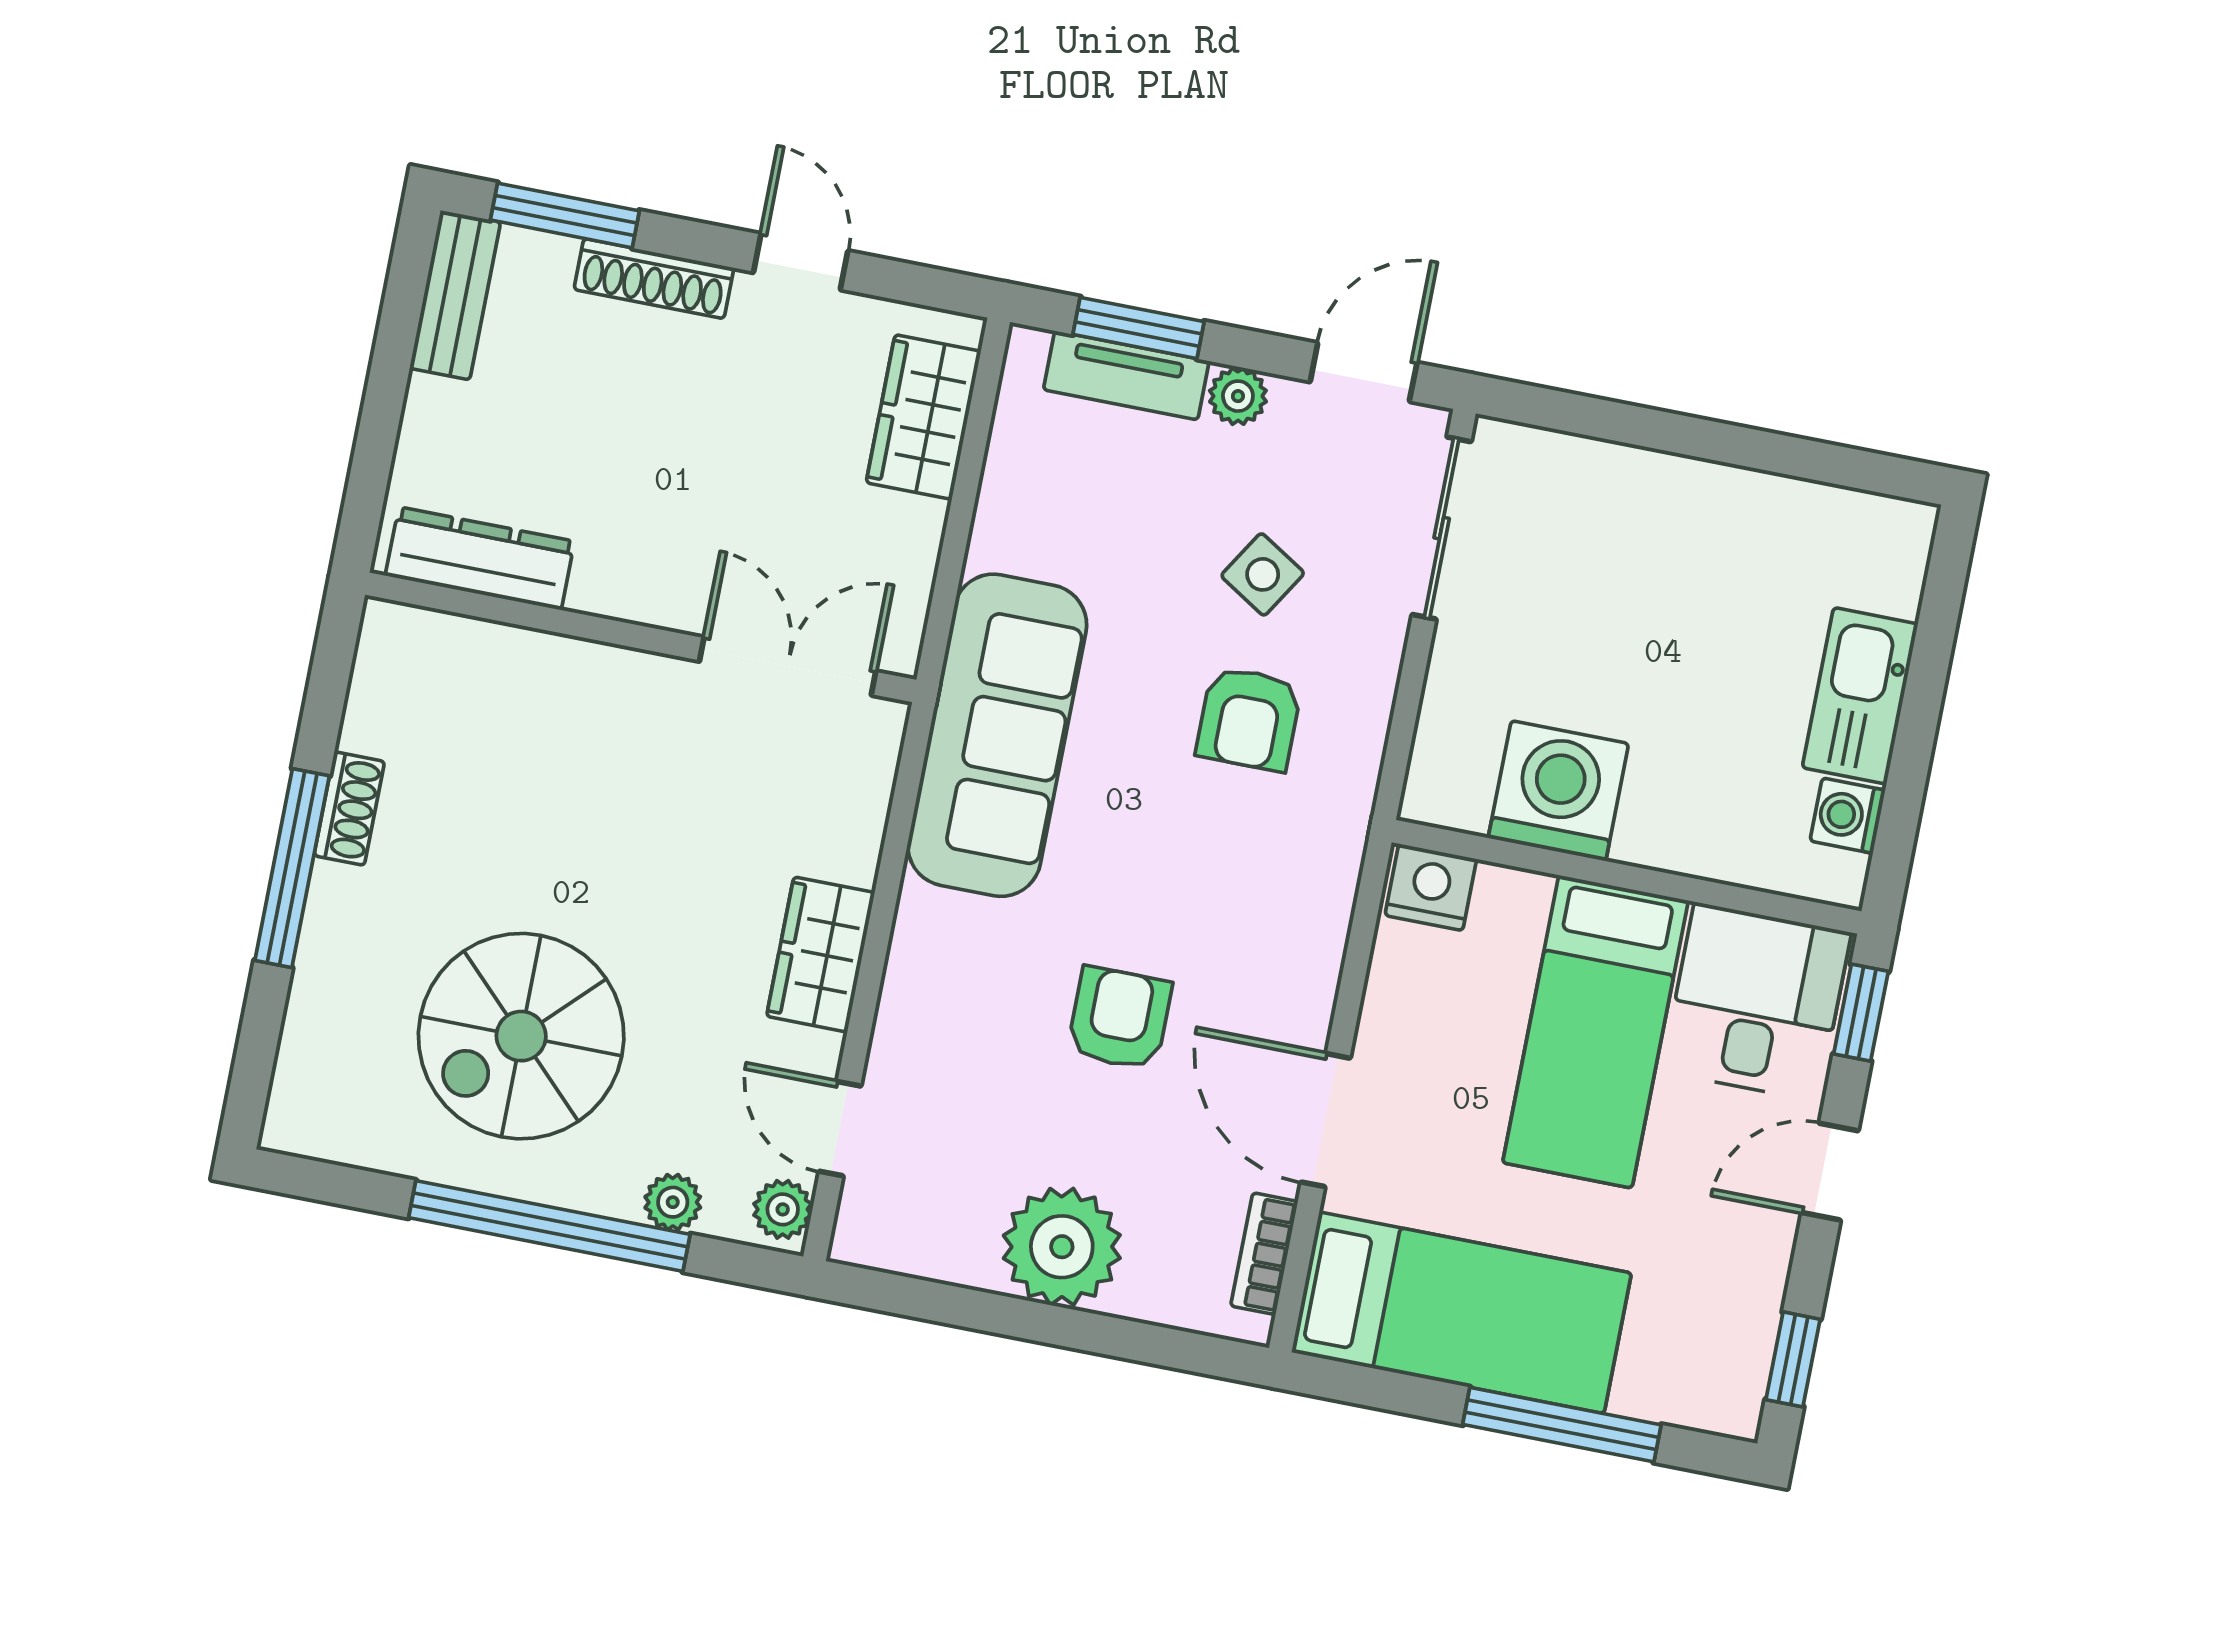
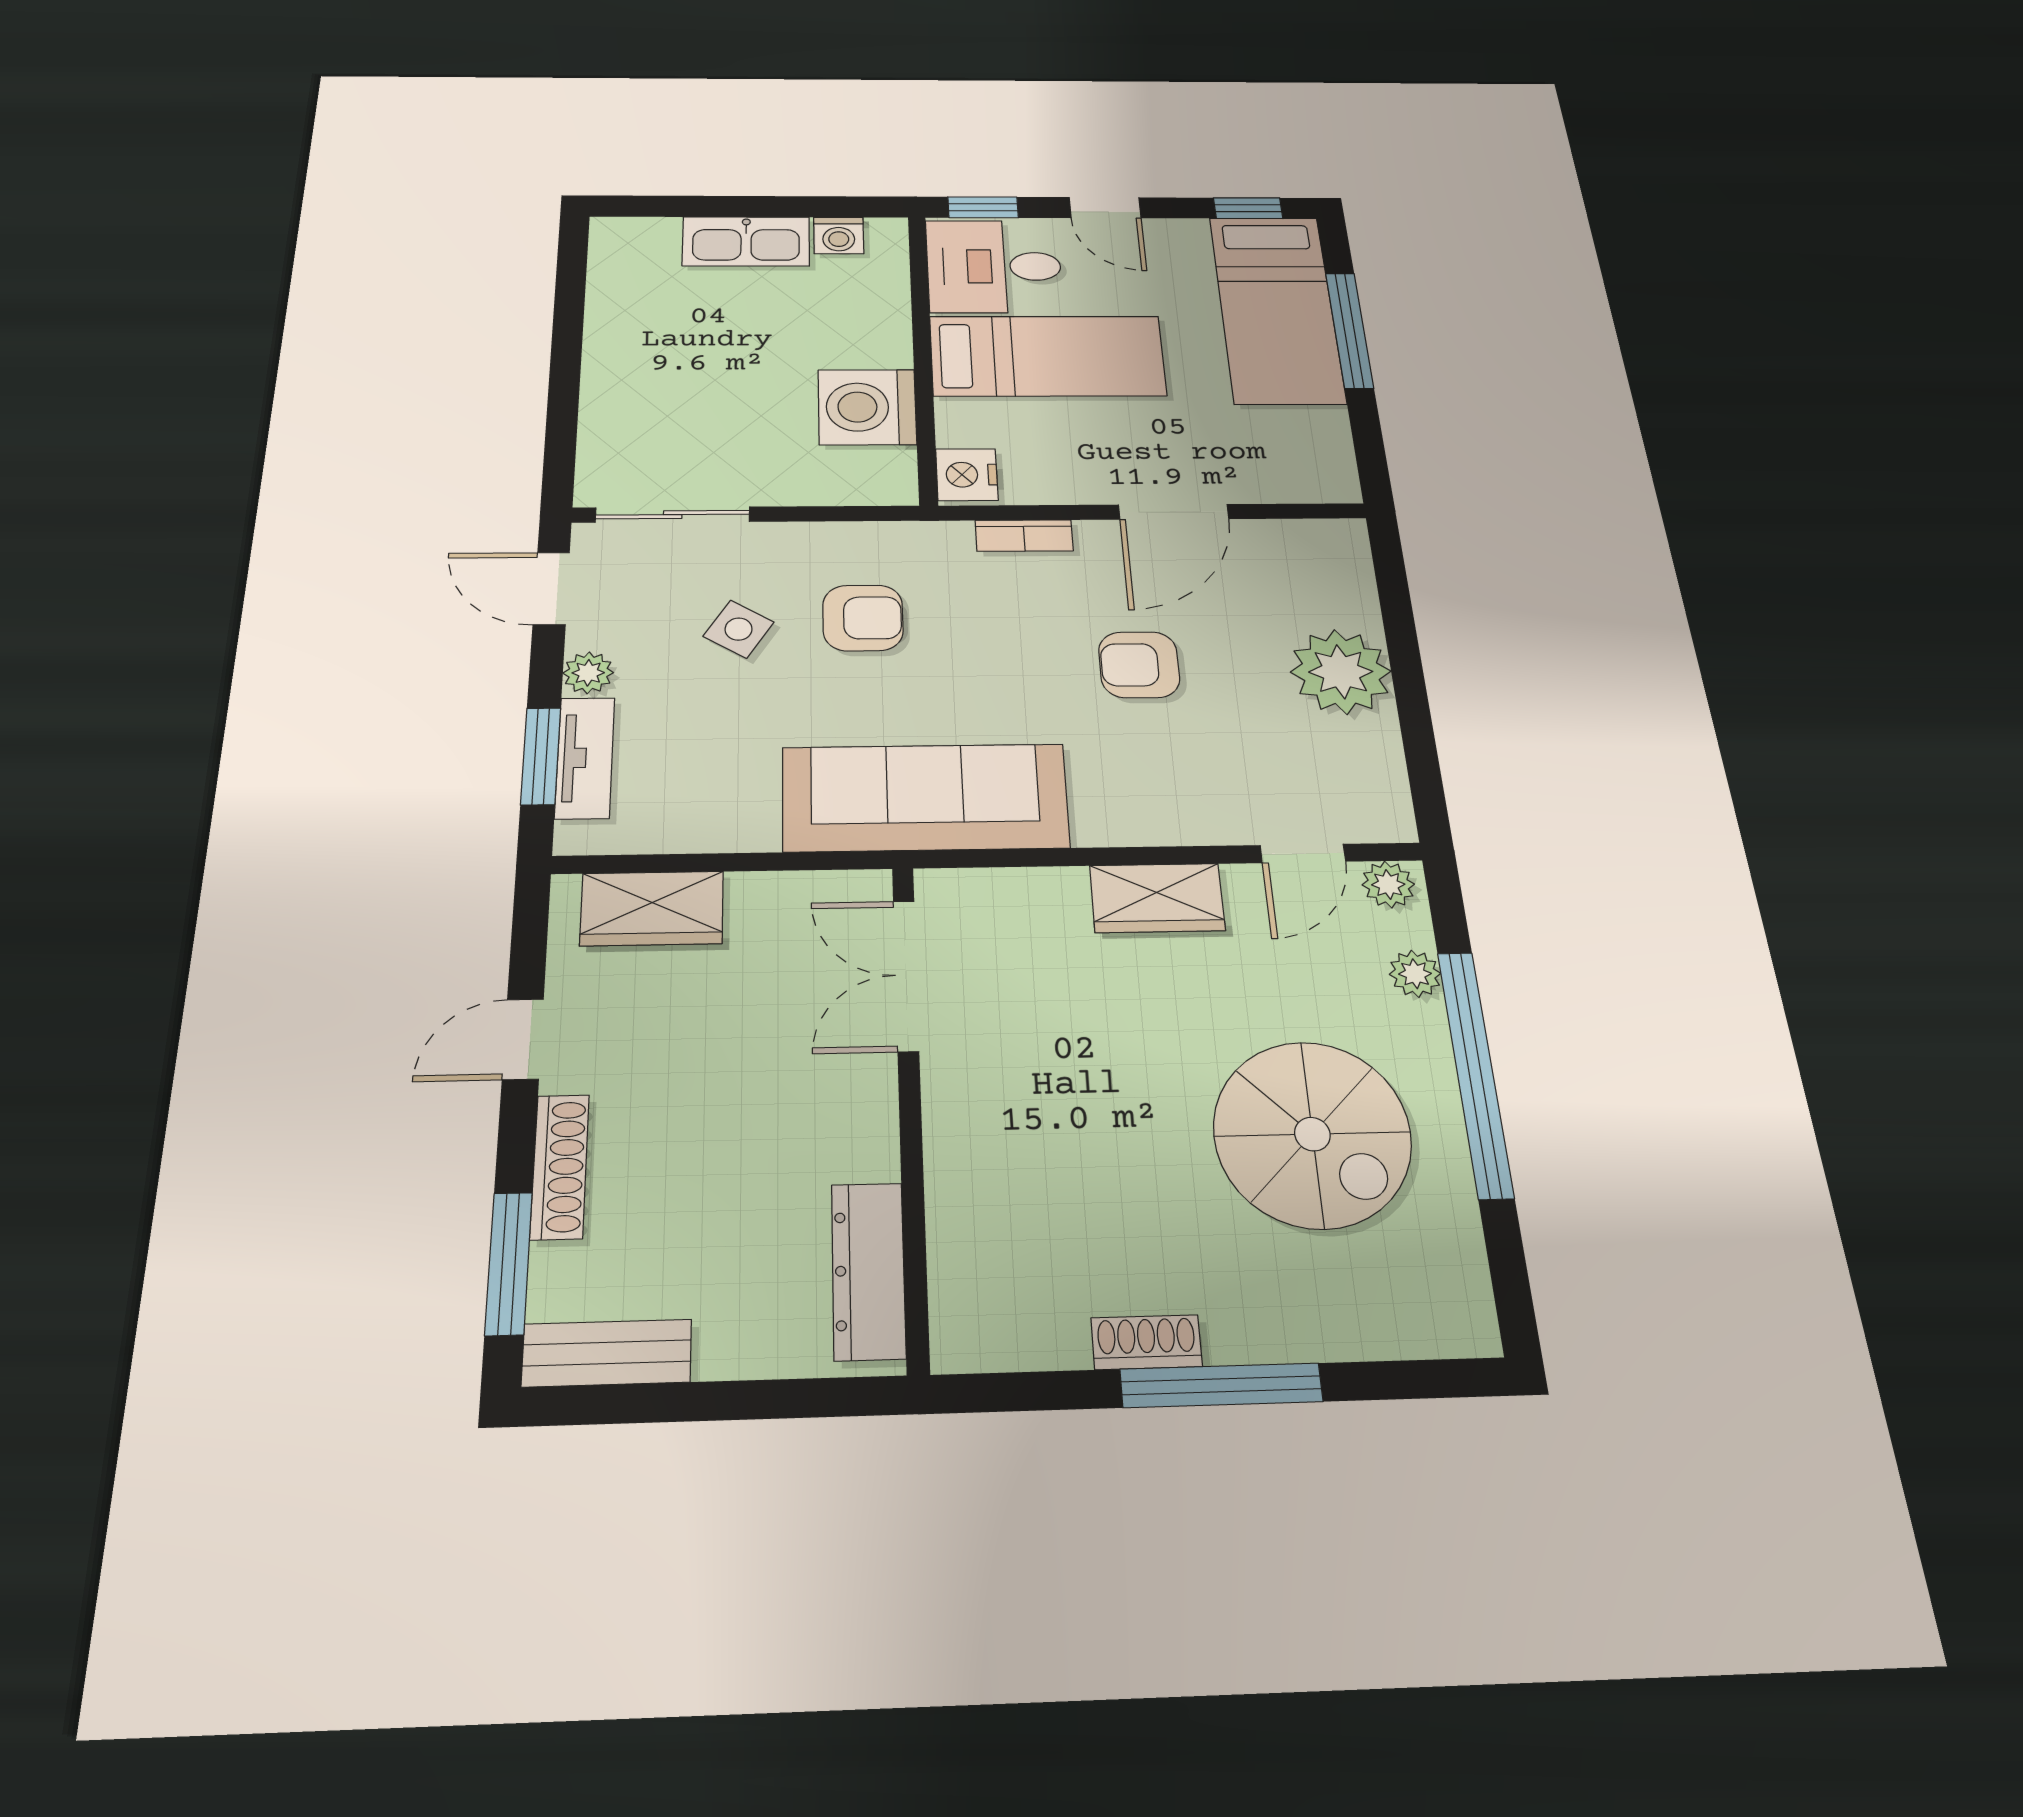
bookcase: (1264, 1254) -> (1024, 536), moved
bed: (1461, 1313) -> (1277, 309), moved, turned 180

